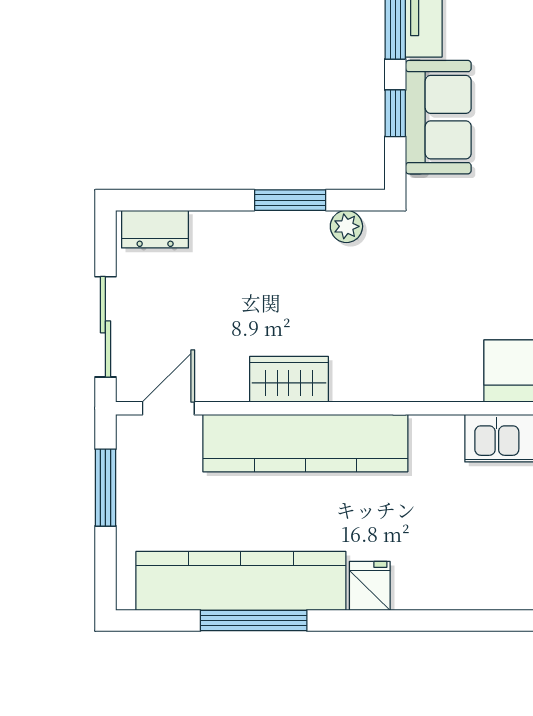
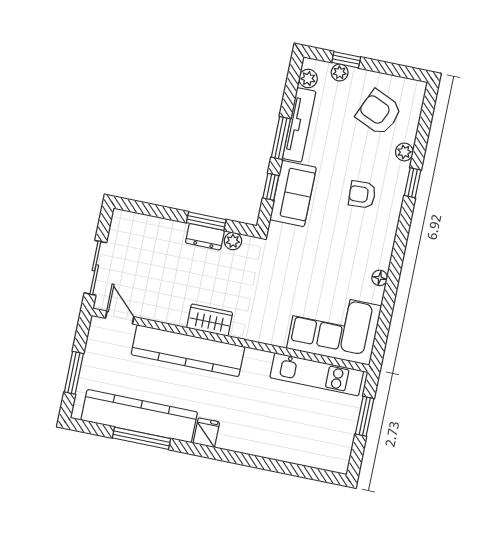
dresser: (155, 229) -> (205, 237), moved
wardrobe: (289, 379) -> (210, 320), moved
door: (168, 408) -> (120, 317), hinge flipped
window: (105, 488) -> (74, 373), moved

